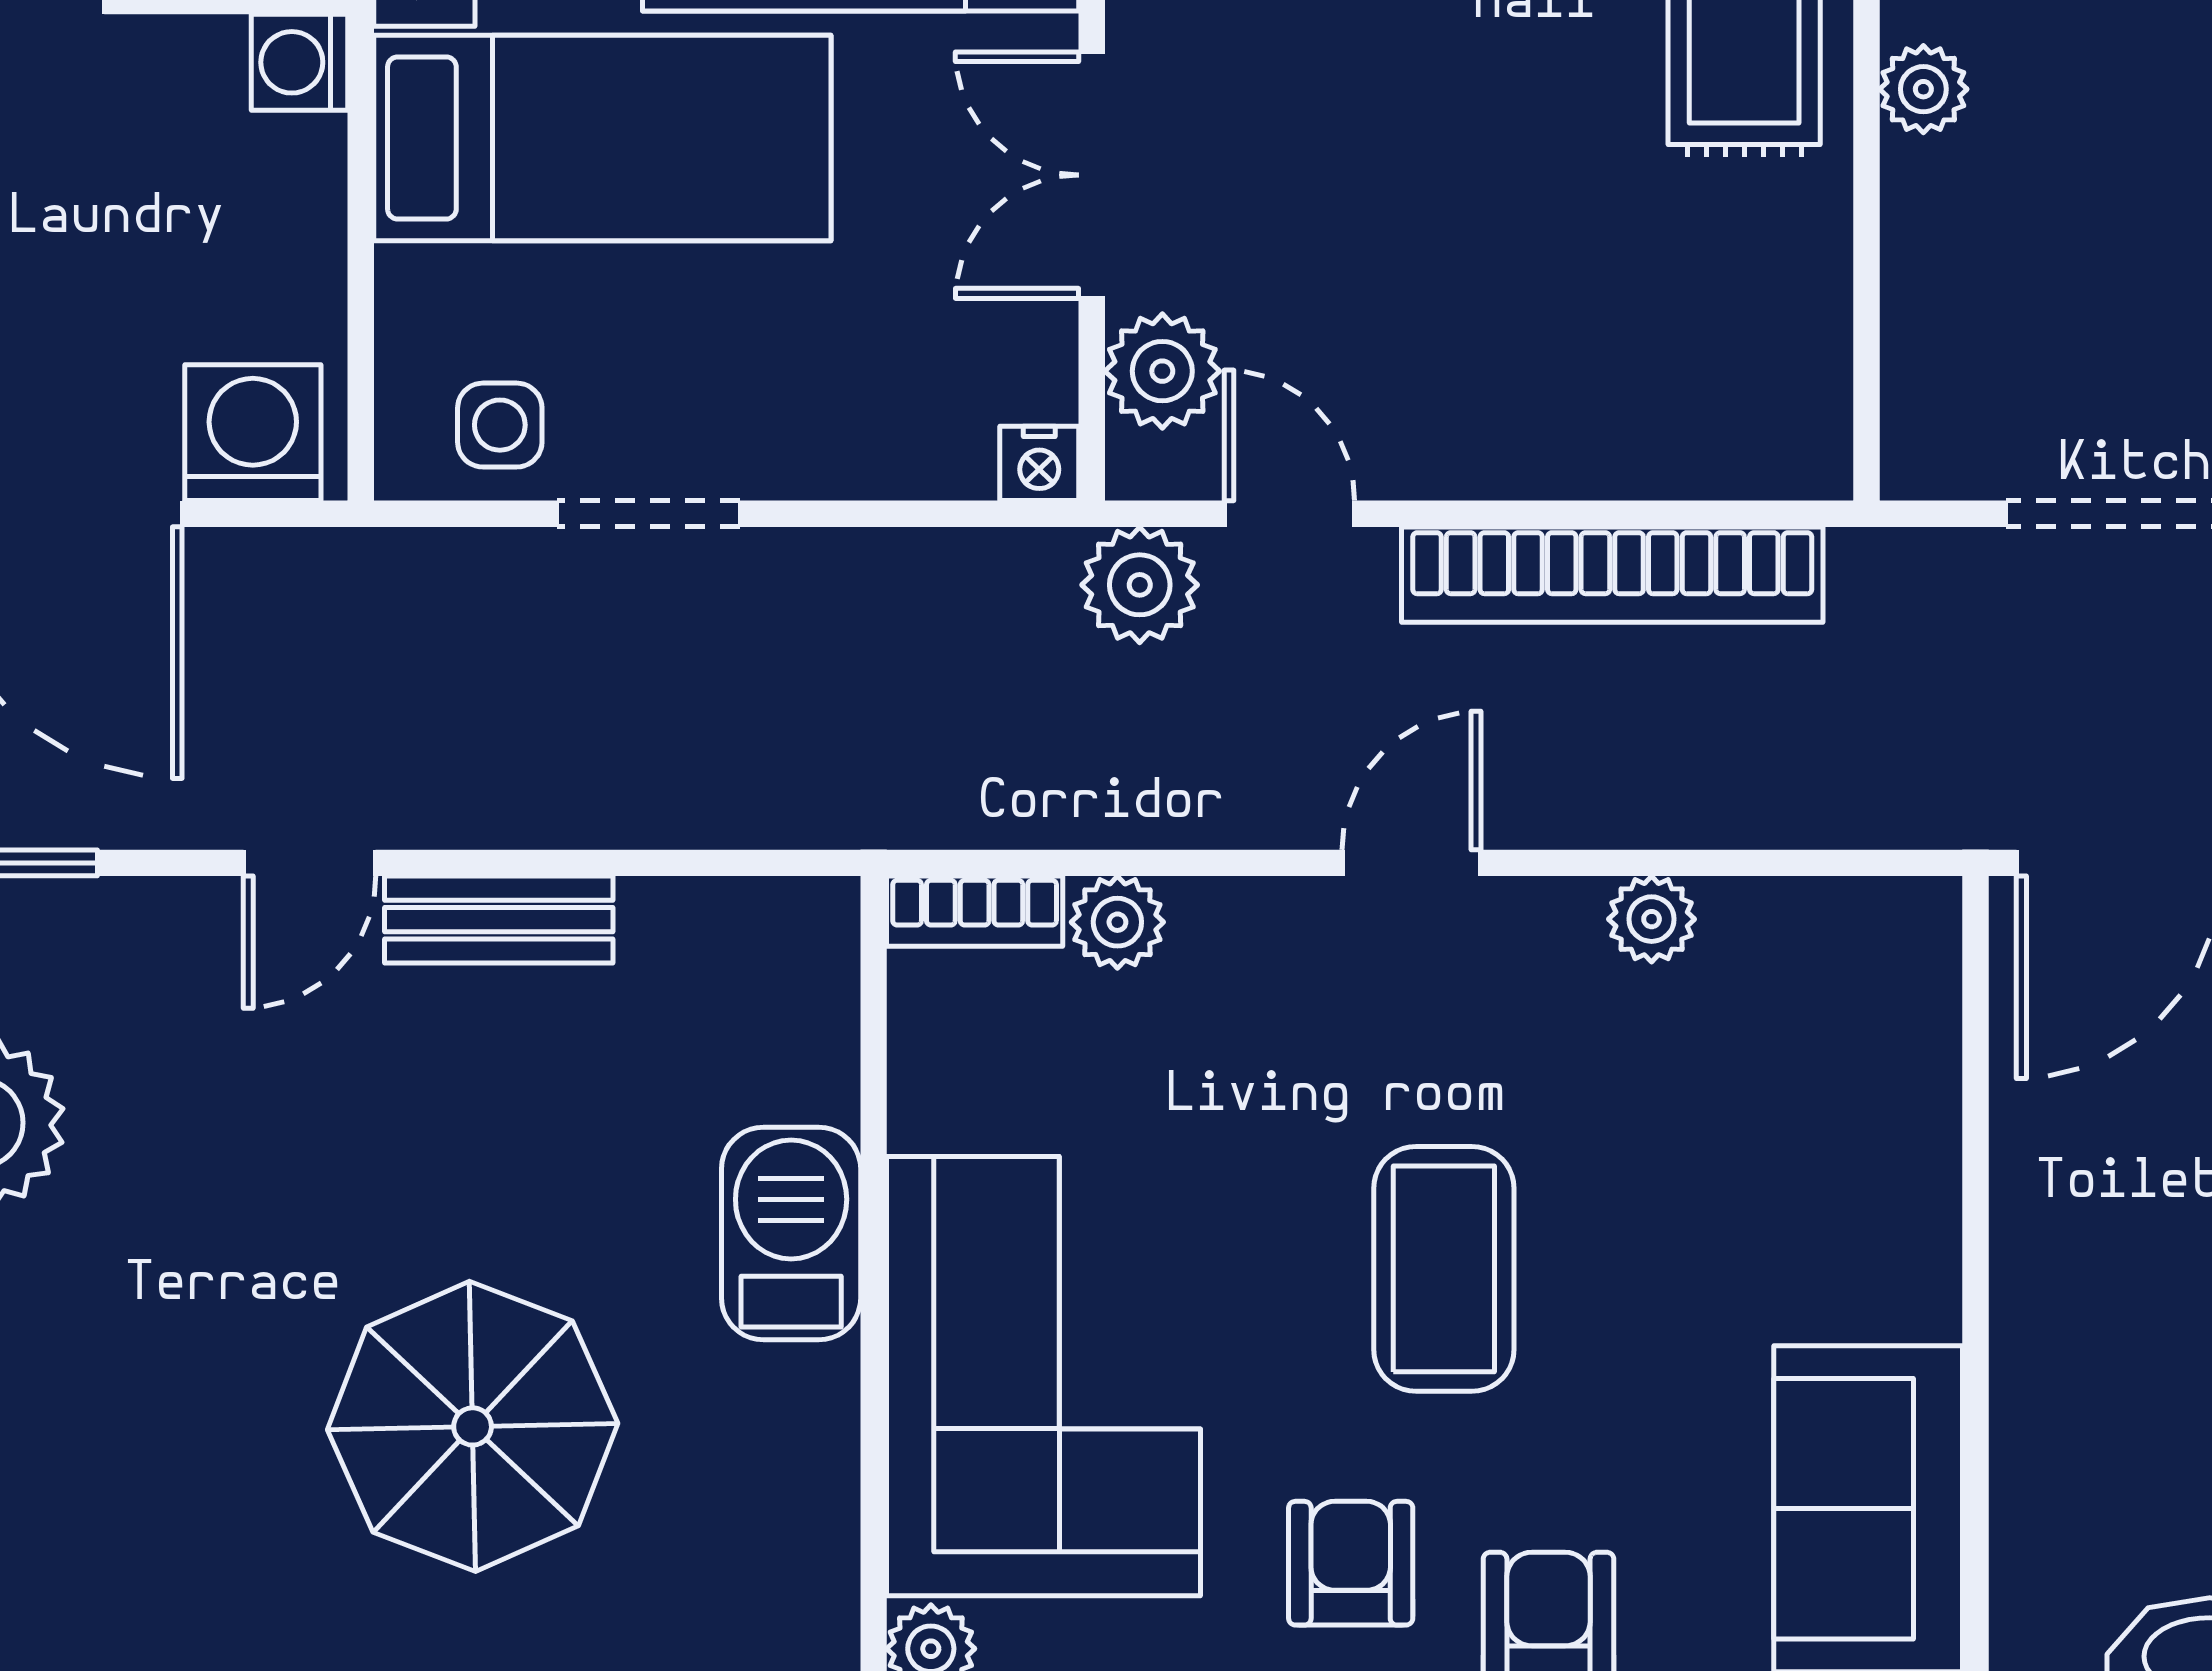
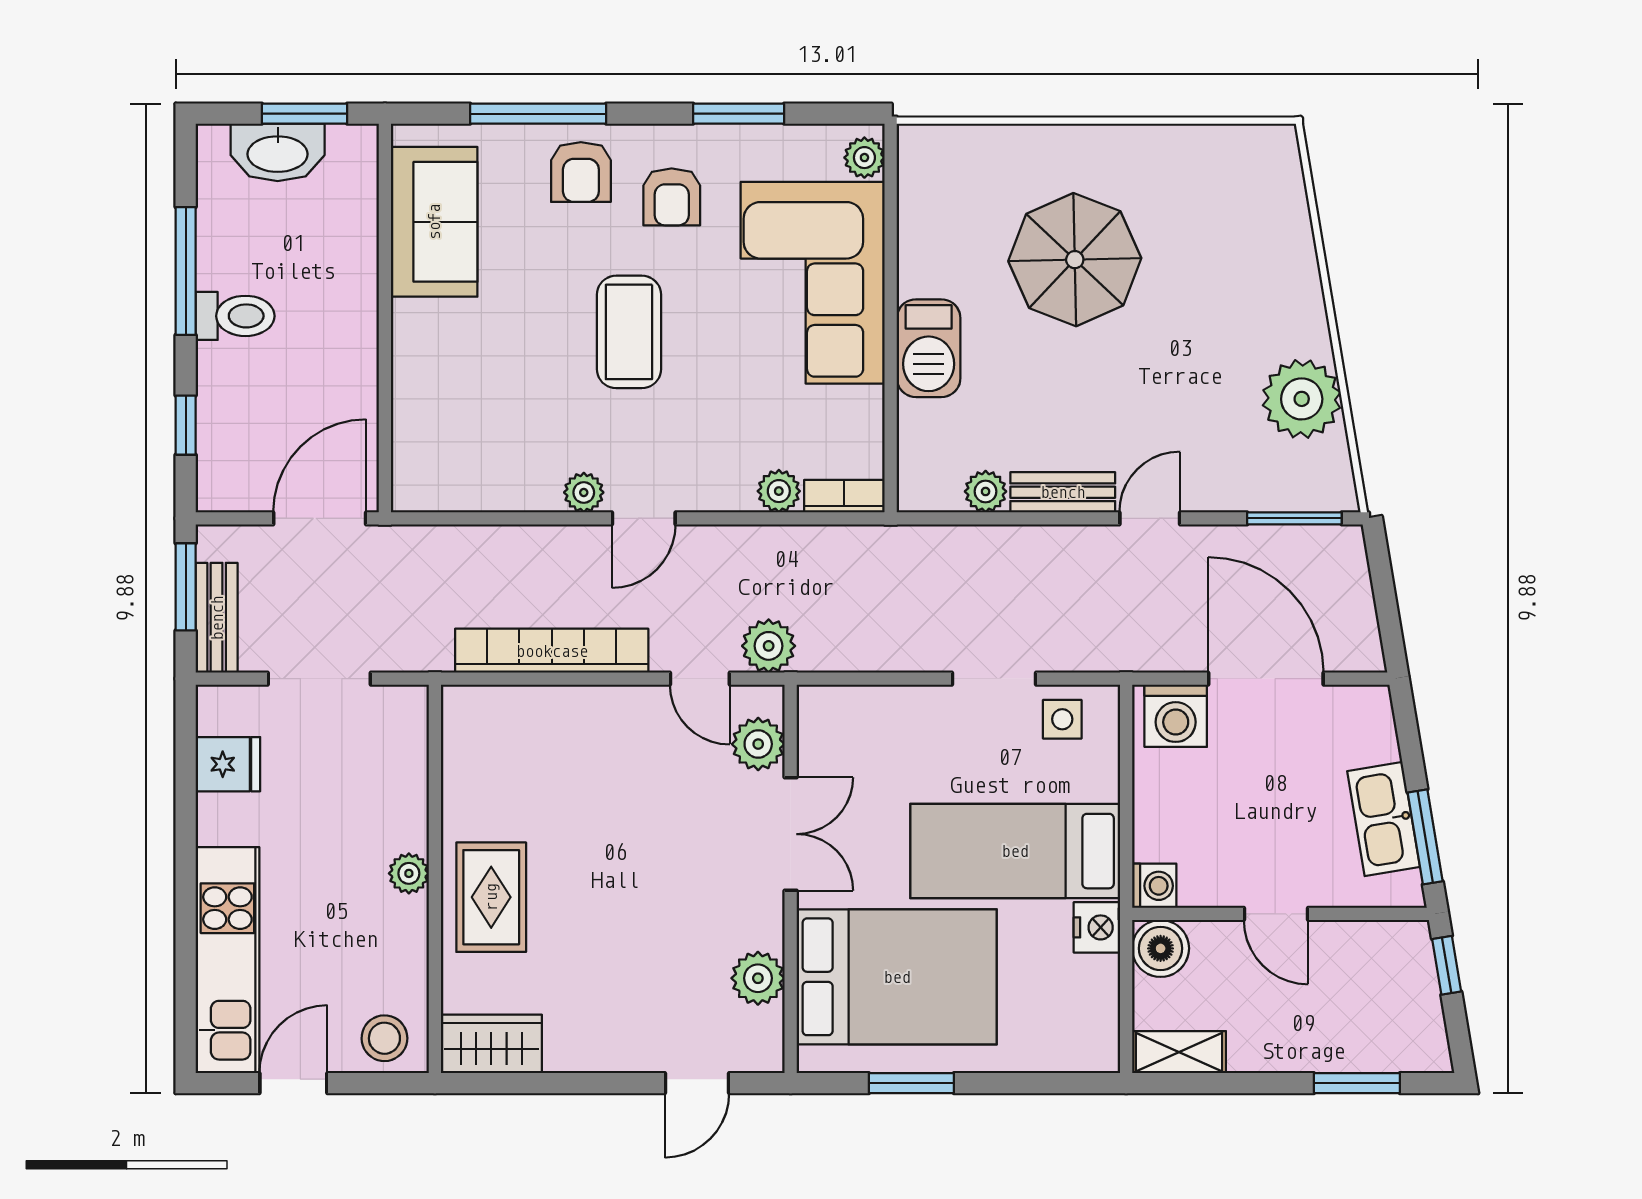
nightstand: (1039, 463) -> (815, 702), removed
plant: (1652, 919) -> (584, 492), moved
plant: (667, 921) -> (986, 491), added

